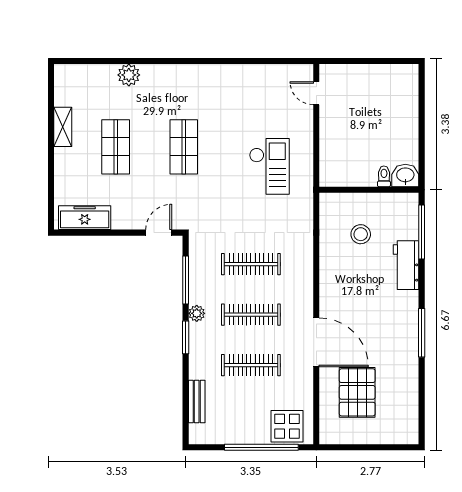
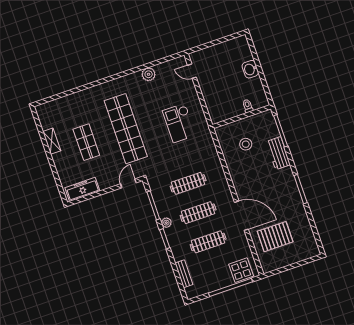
plant: (129, 75) -> (149, 74), moved
shop shelf: (184, 147) -> (126, 129), width x2.00, depth x1.36
checkout: (269, 166) -> (179, 123), turned 180
washbasin: (405, 176) -> (250, 69), moved, turned -90
pallet: (357, 392) -> (275, 237), turned 90

